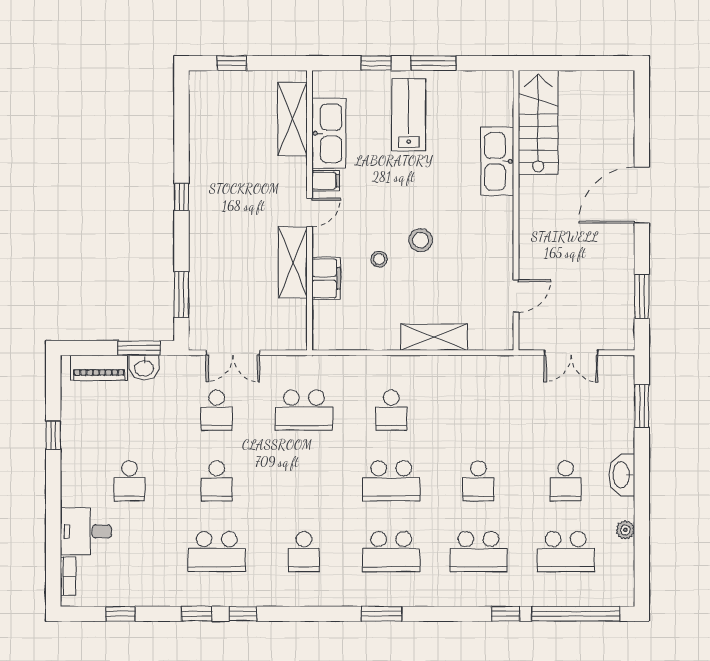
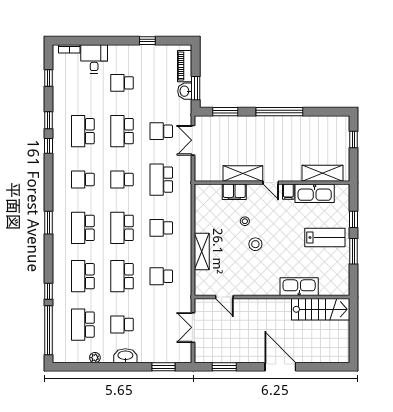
window: (181, 197) -> (279, 112), width x3.17
school desk: (478, 410) -> (161, 276), added
school desk: (217, 481) -> (122, 131), width x1.85
school desk: (304, 481) -> (122, 180), added
school desk: (478, 481) -> (122, 276), width x1.85

